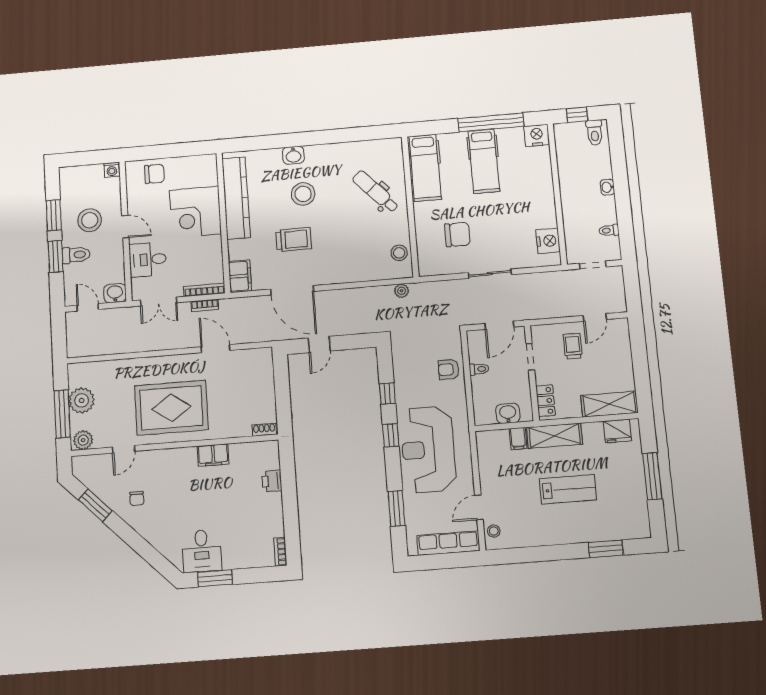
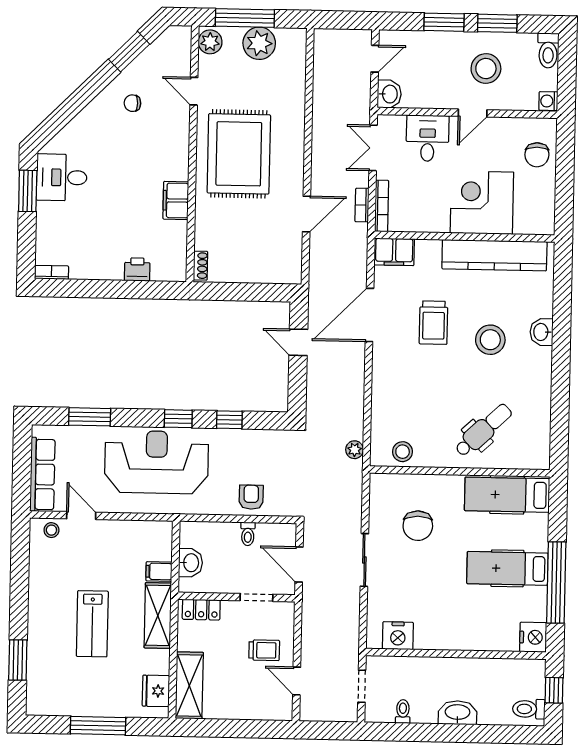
washbasin: (608, 187) -> (458, 713), width x1.91, depth x1.45
toilet: (76, 255) -> (548, 50), moved

